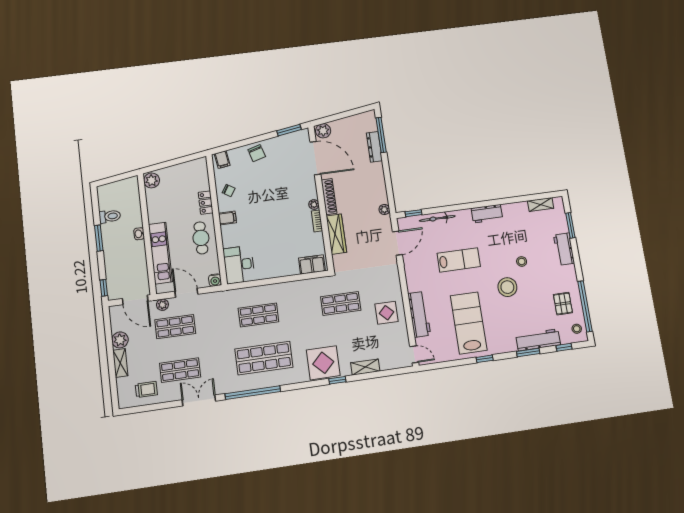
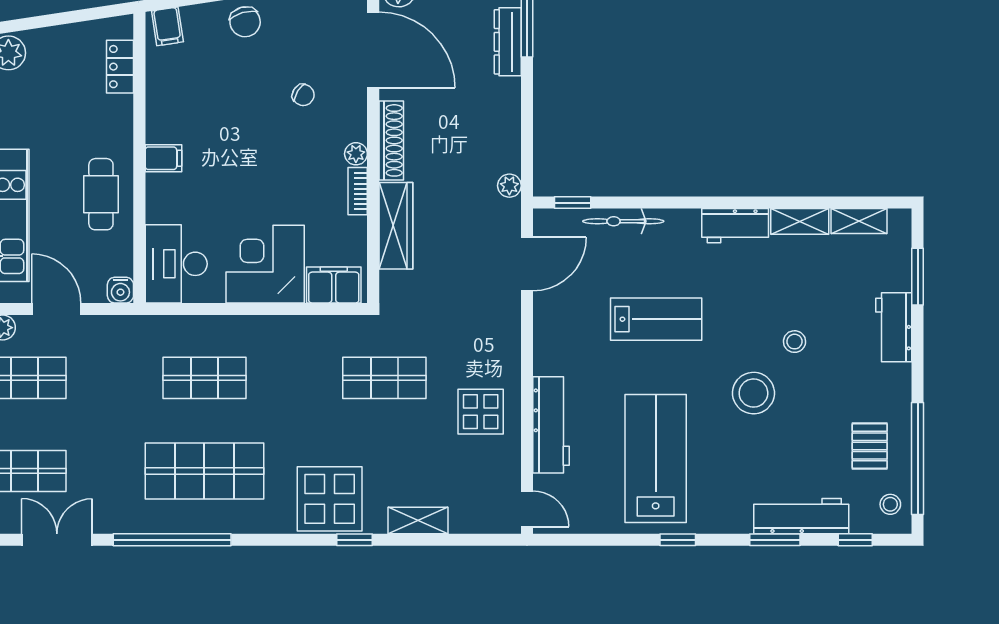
chair: (229, 190) -> (303, 95), moved
locker: (206, 203) -> (120, 67), moved
shelving: (515, 208) -> (800, 221), added
corner desk: (280, 259) -> (265, 264), added

